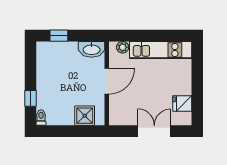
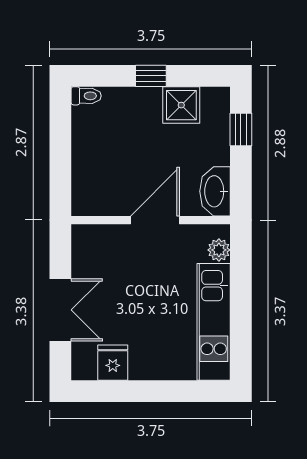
door: (107, 81) -> (155, 220), swing flipped
window: (30, 98) -> (151, 76), moved
shower: (85, 116) -> (181, 105), moved

